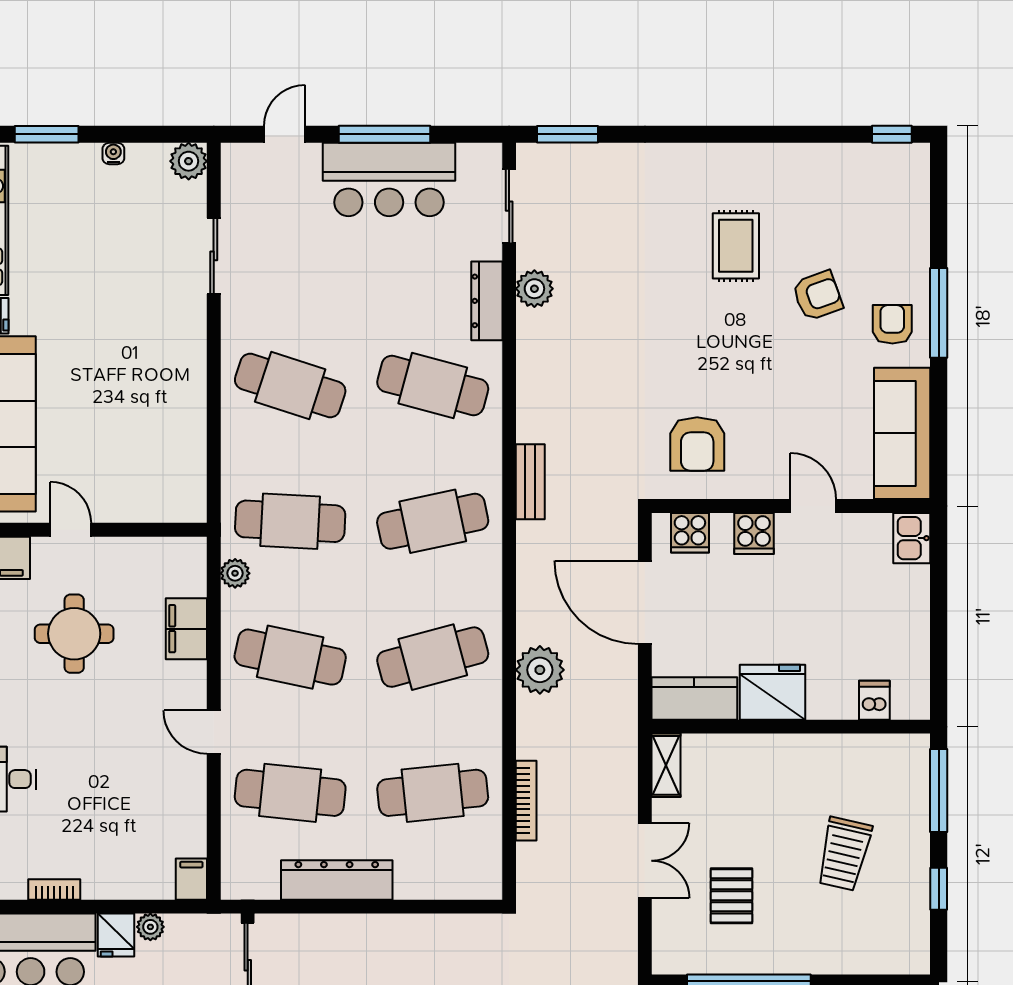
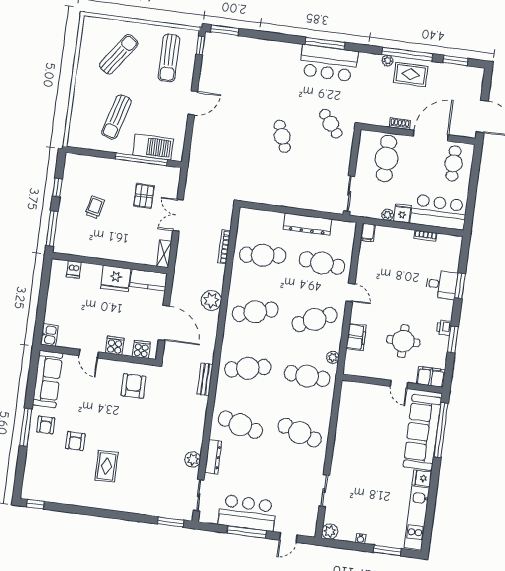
armchair: (817, 296) -> (75, 441), turned -70
cafe table: (290, 657) -> (315, 319), turned -36
trolley: (844, 854) -> (95, 207), width x0.73, depth x0.72

